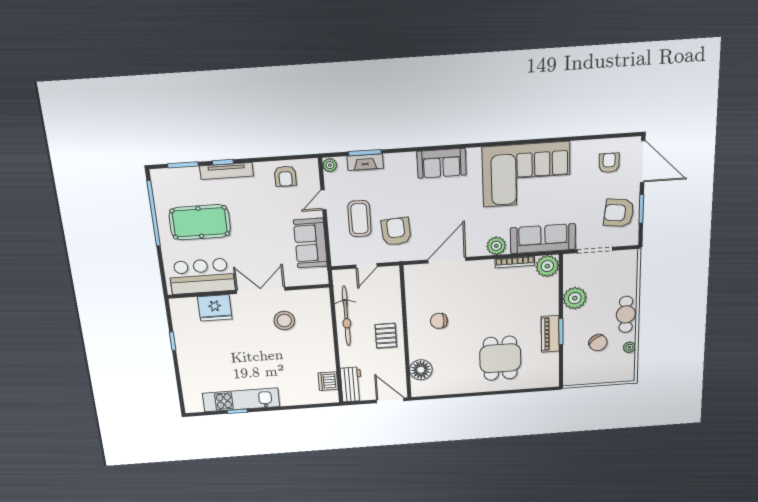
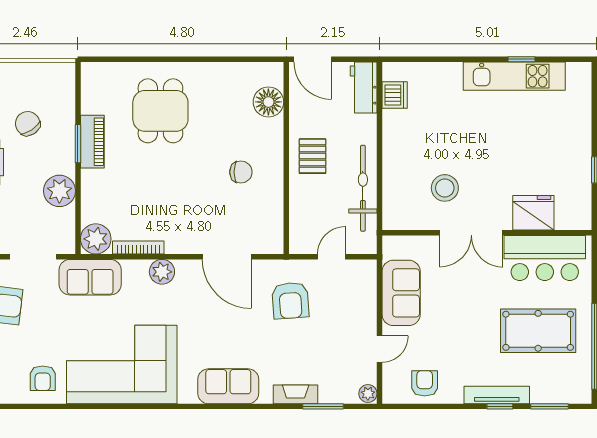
fireplace: (365, 162) -> (296, 394), moved
armchair: (609, 163) -> (43, 378), moved
coffee table: (359, 219) -> (336, 321), removed
sofa: (543, 239) -> (90, 277), width x0.73
door: (447, 260) -> (227, 257), hinge flipped

